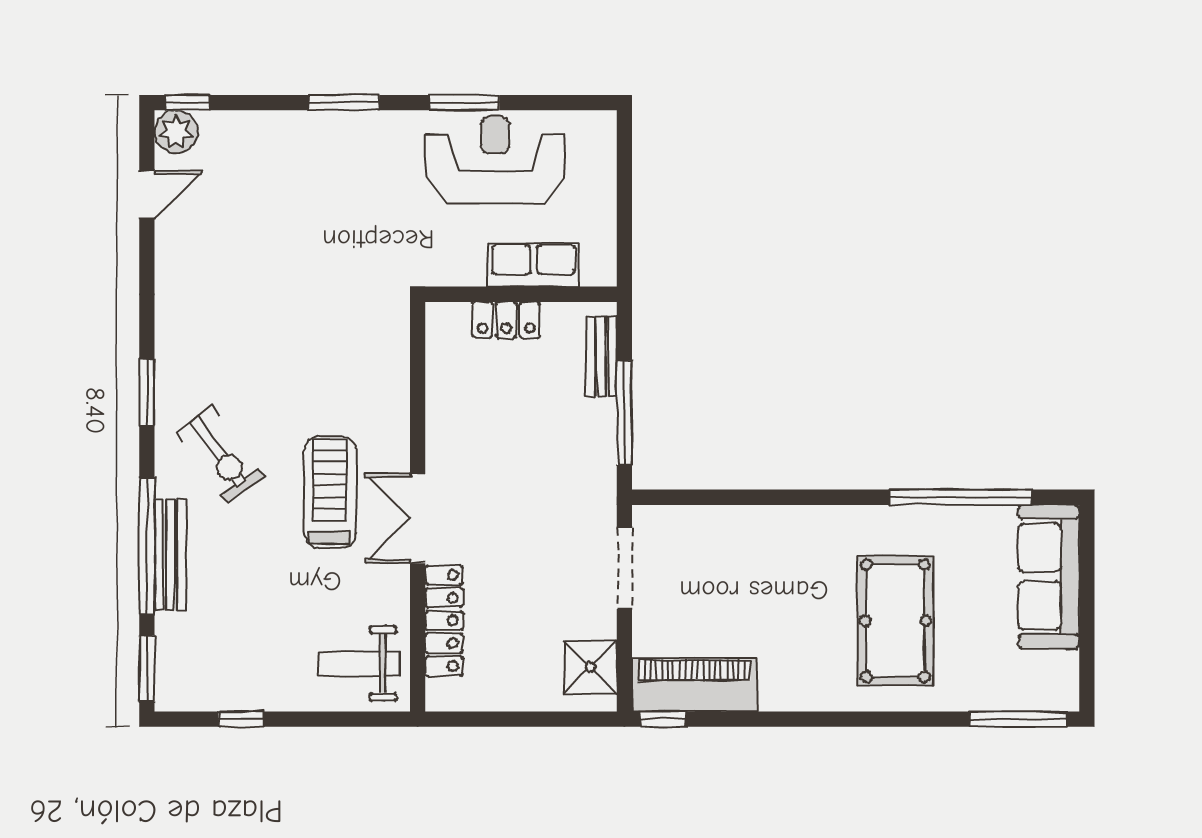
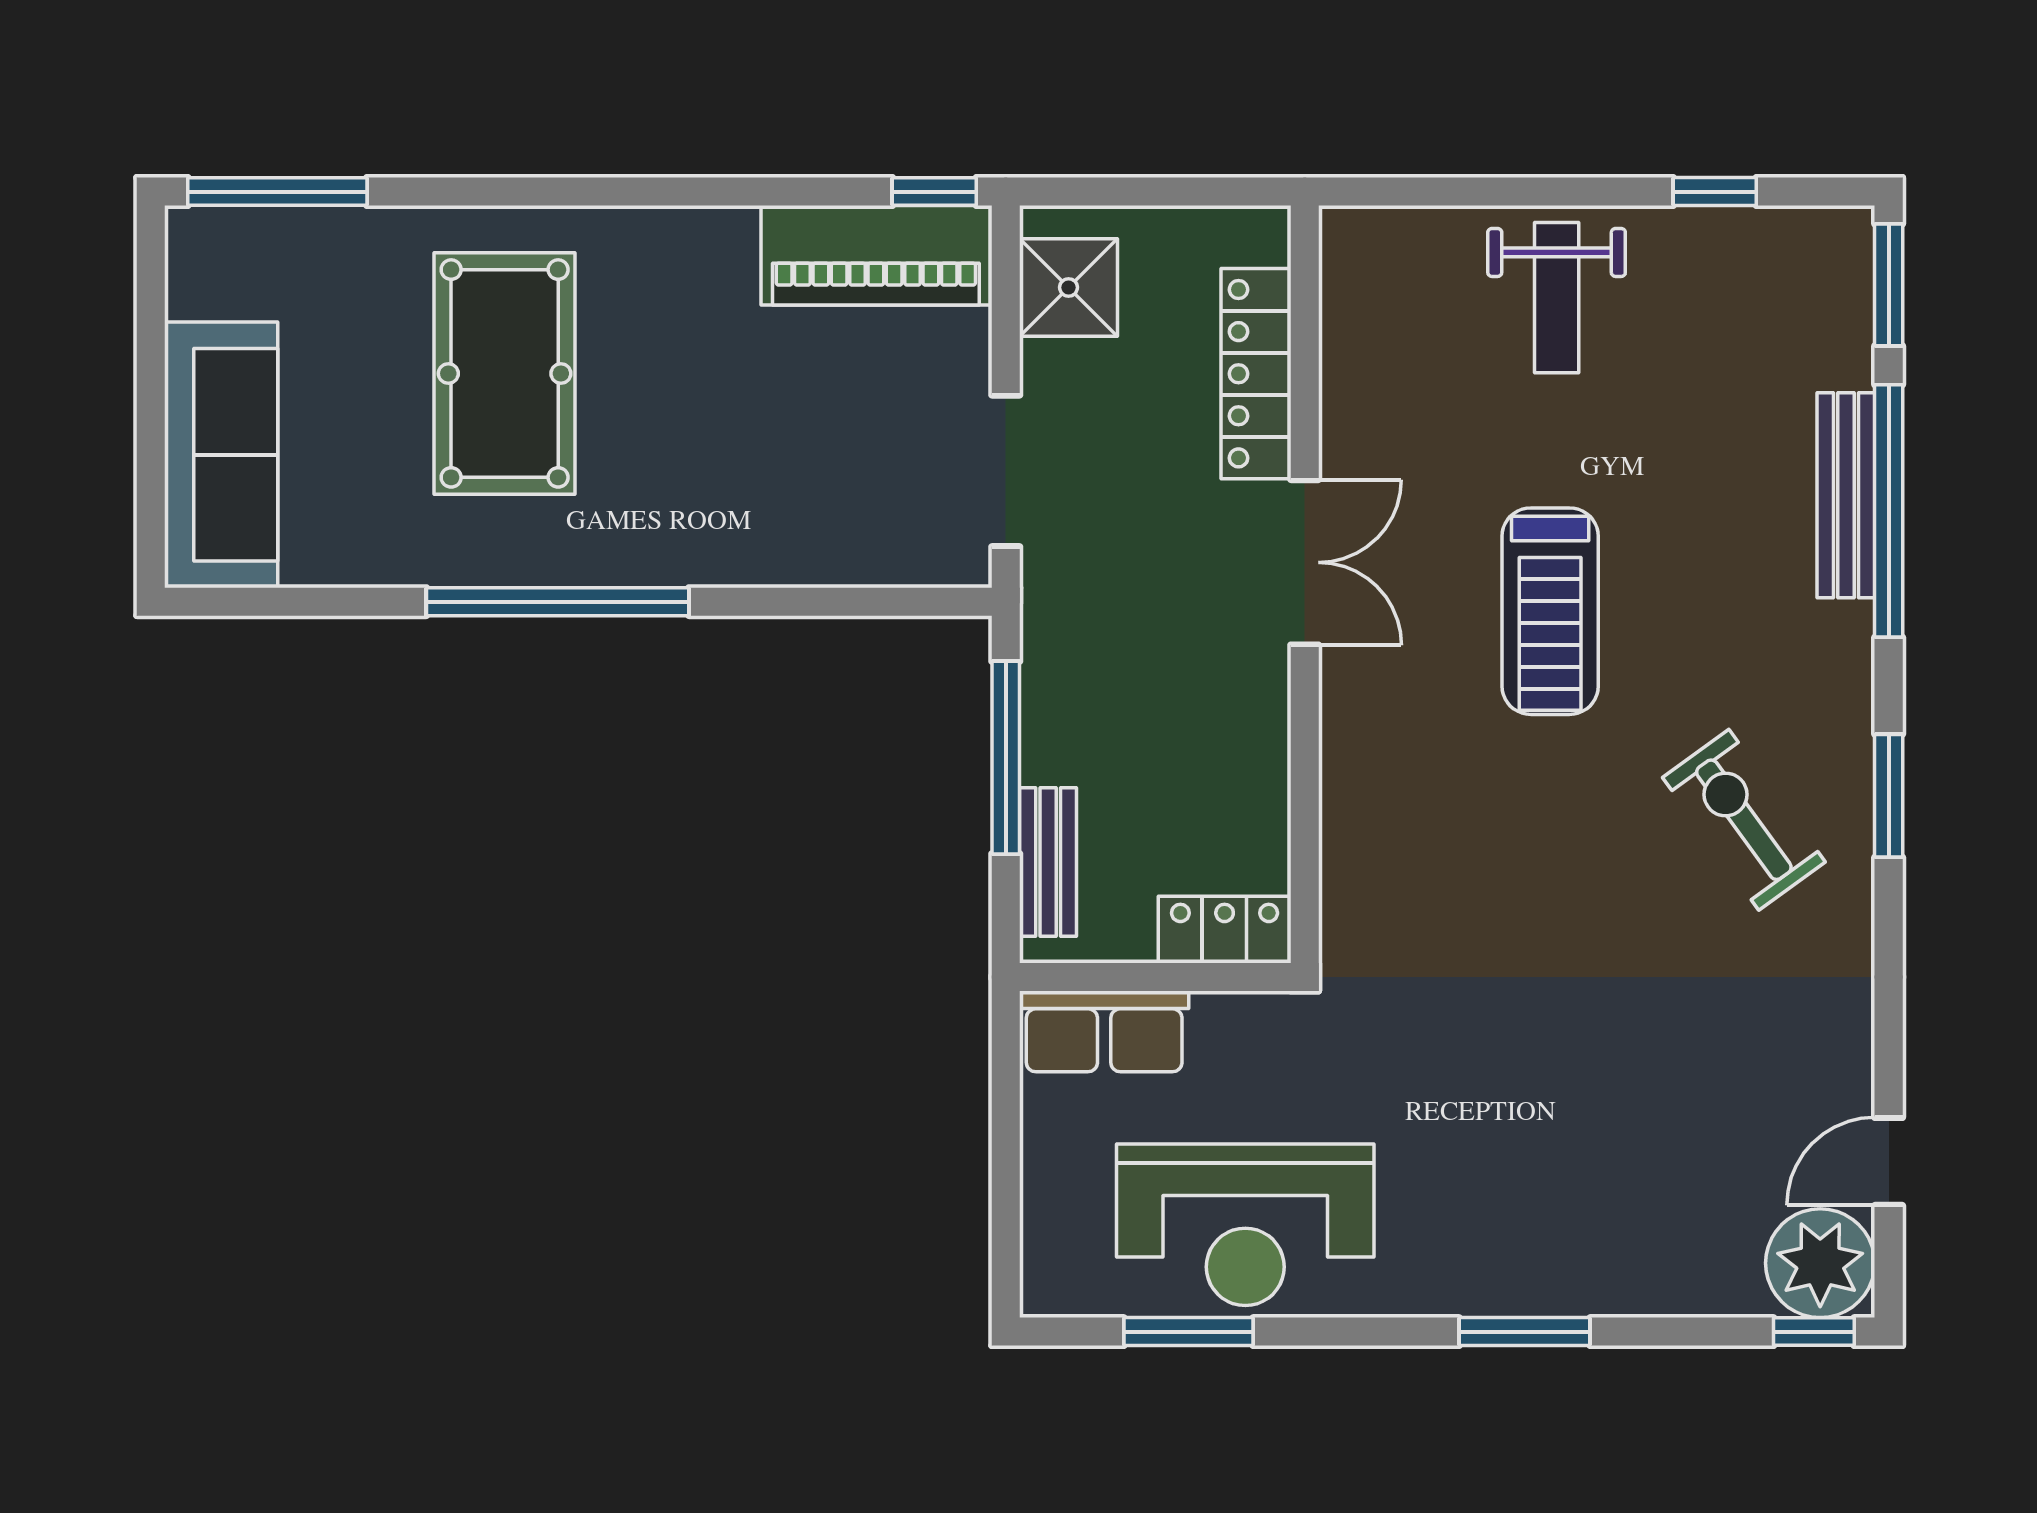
window: (464, 103) -> (1188, 1332), moved
plant: (176, 132) -> (1820, 1263), width x1.36, depth x1.36
row of seats: (533, 265) -> (1104, 1031), moved
exercise bike: (220, 454) -> (1744, 820), moved
window: (960, 497) -> (558, 602), moved
wall: (418, 507) -> (1305, 584), moved
double door: (418, 519) -> (1305, 562), moved
locker: (444, 621) -> (1256, 374), moved
weight bench: (359, 663) -> (1557, 298), moved, turned 90

